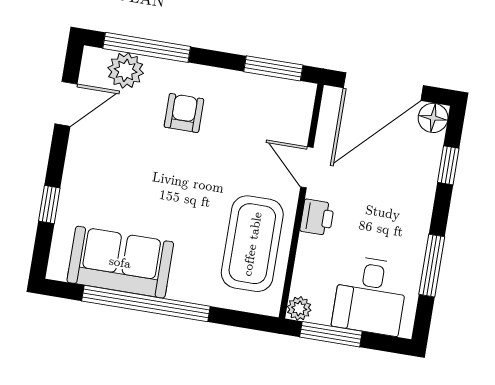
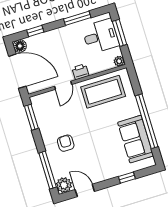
plant: (126, 70) -> (64, 185), moved
armchair: (184, 113) -> (66, 143), turned 90
window: (331, 334) -> (120, 33), moved

